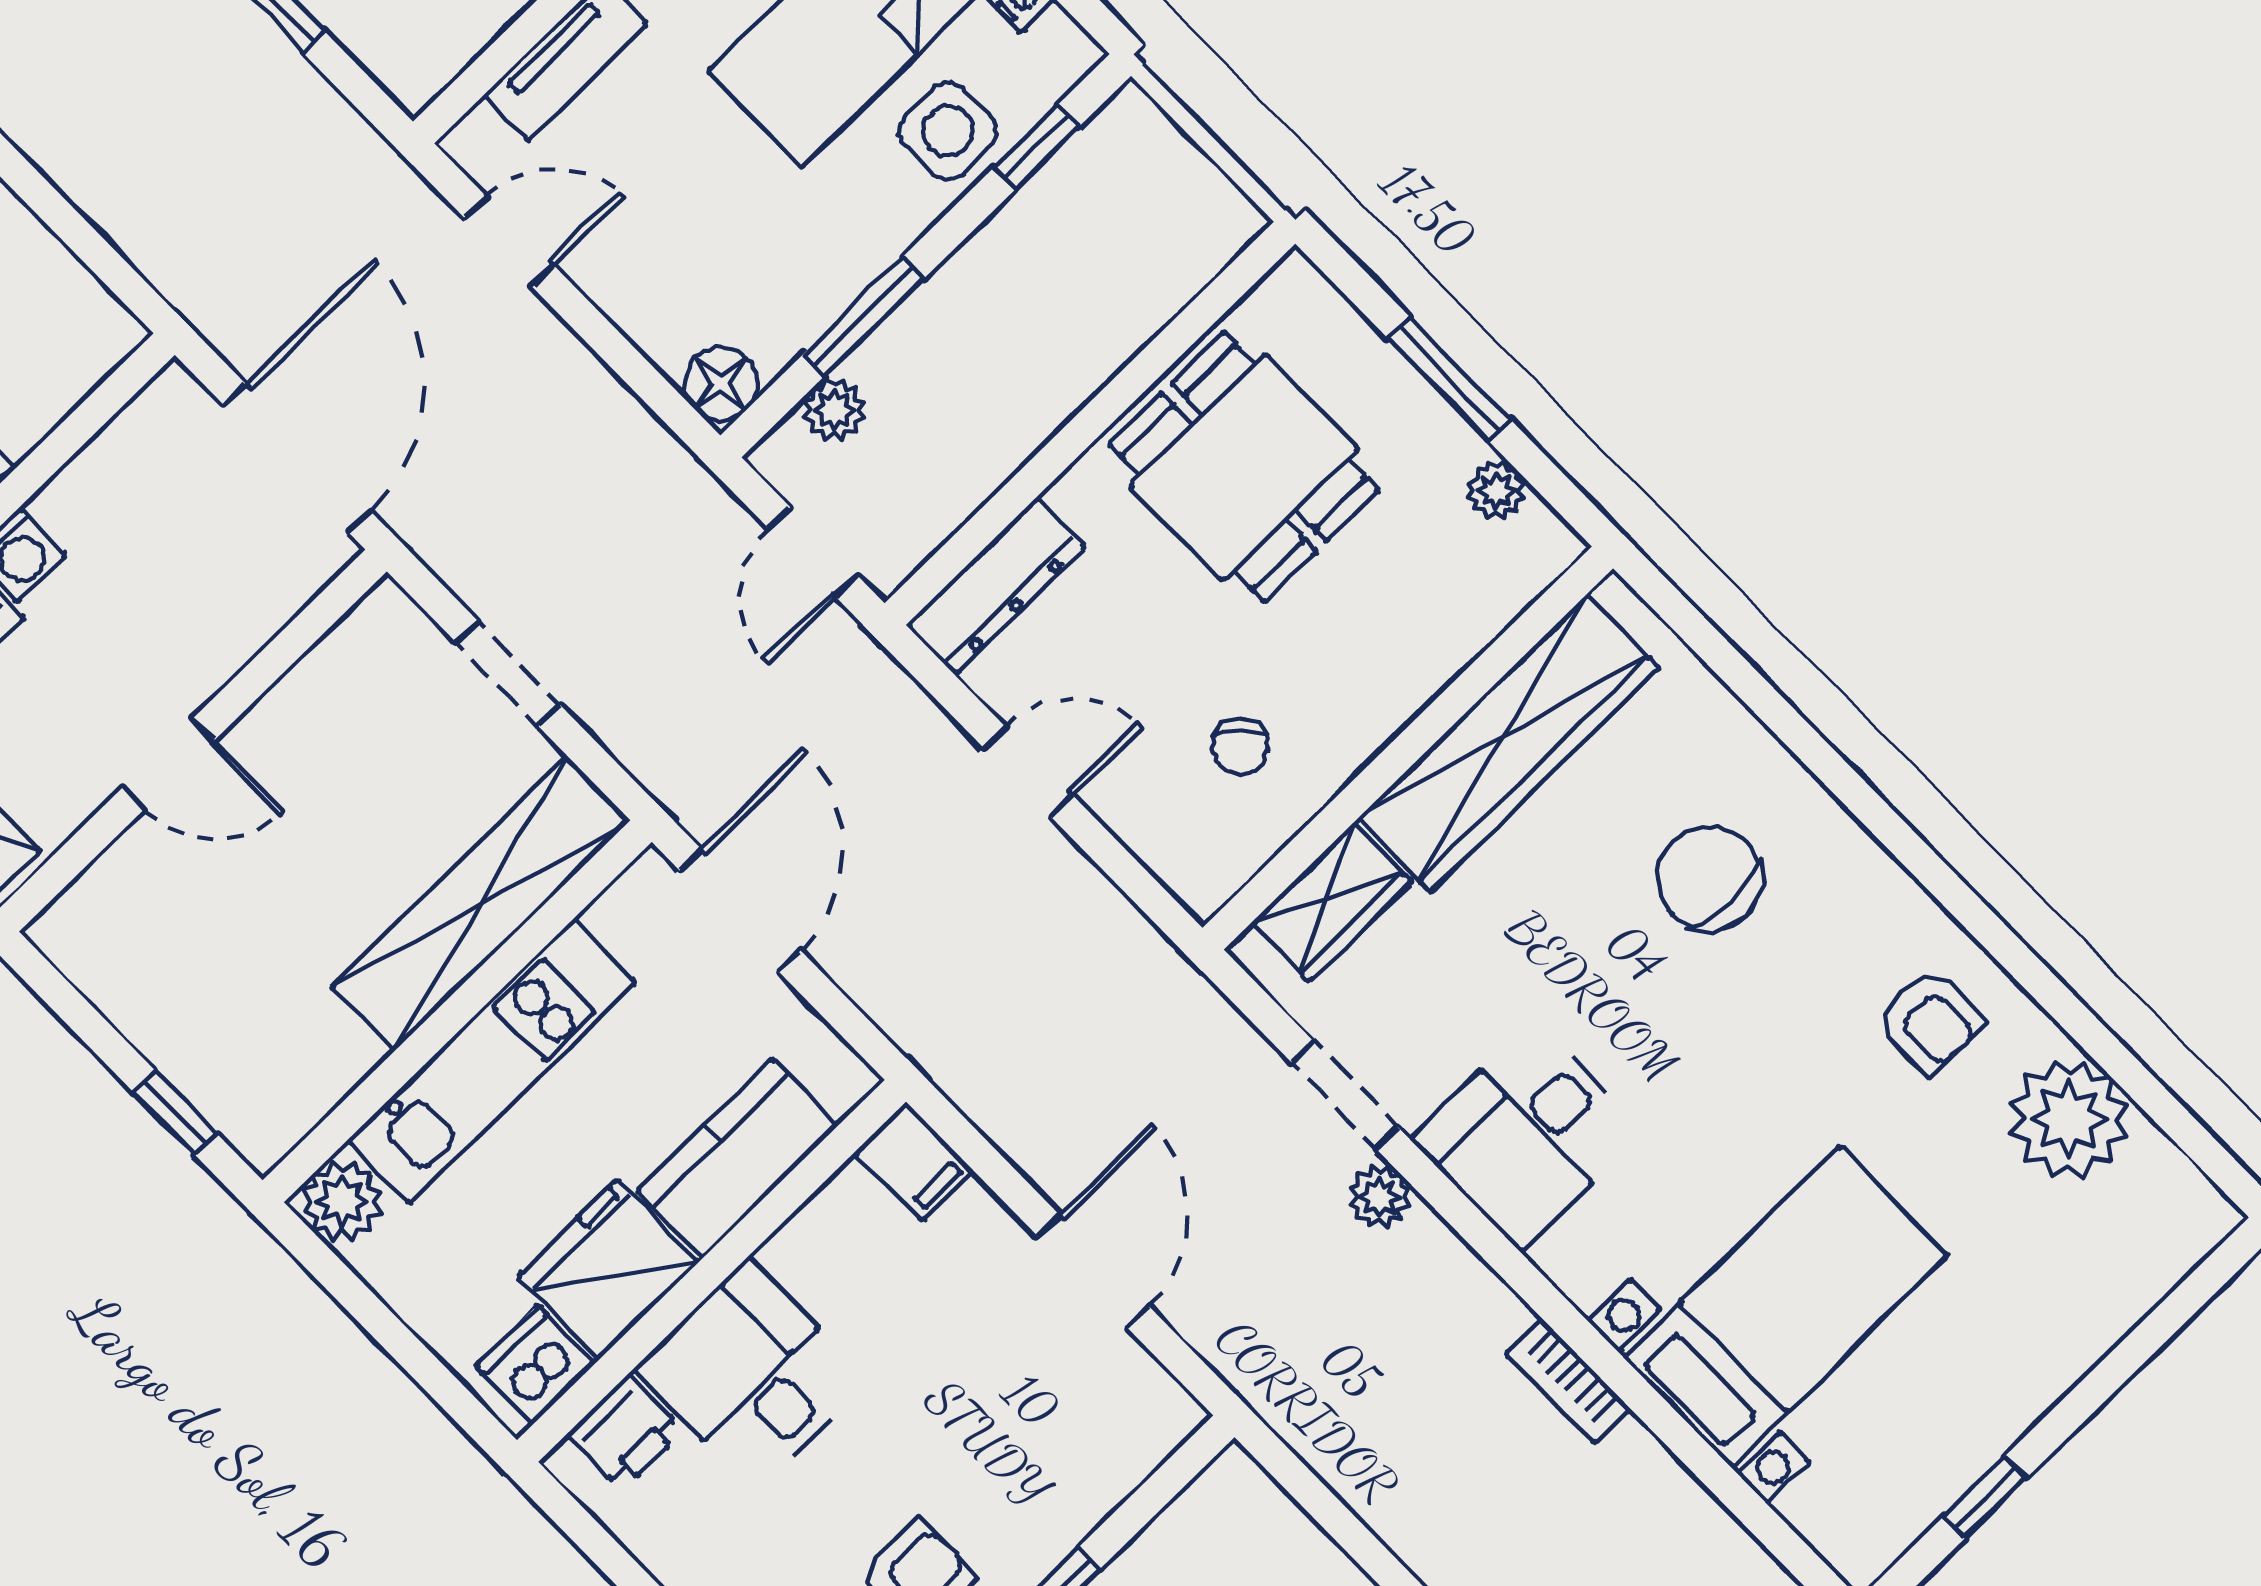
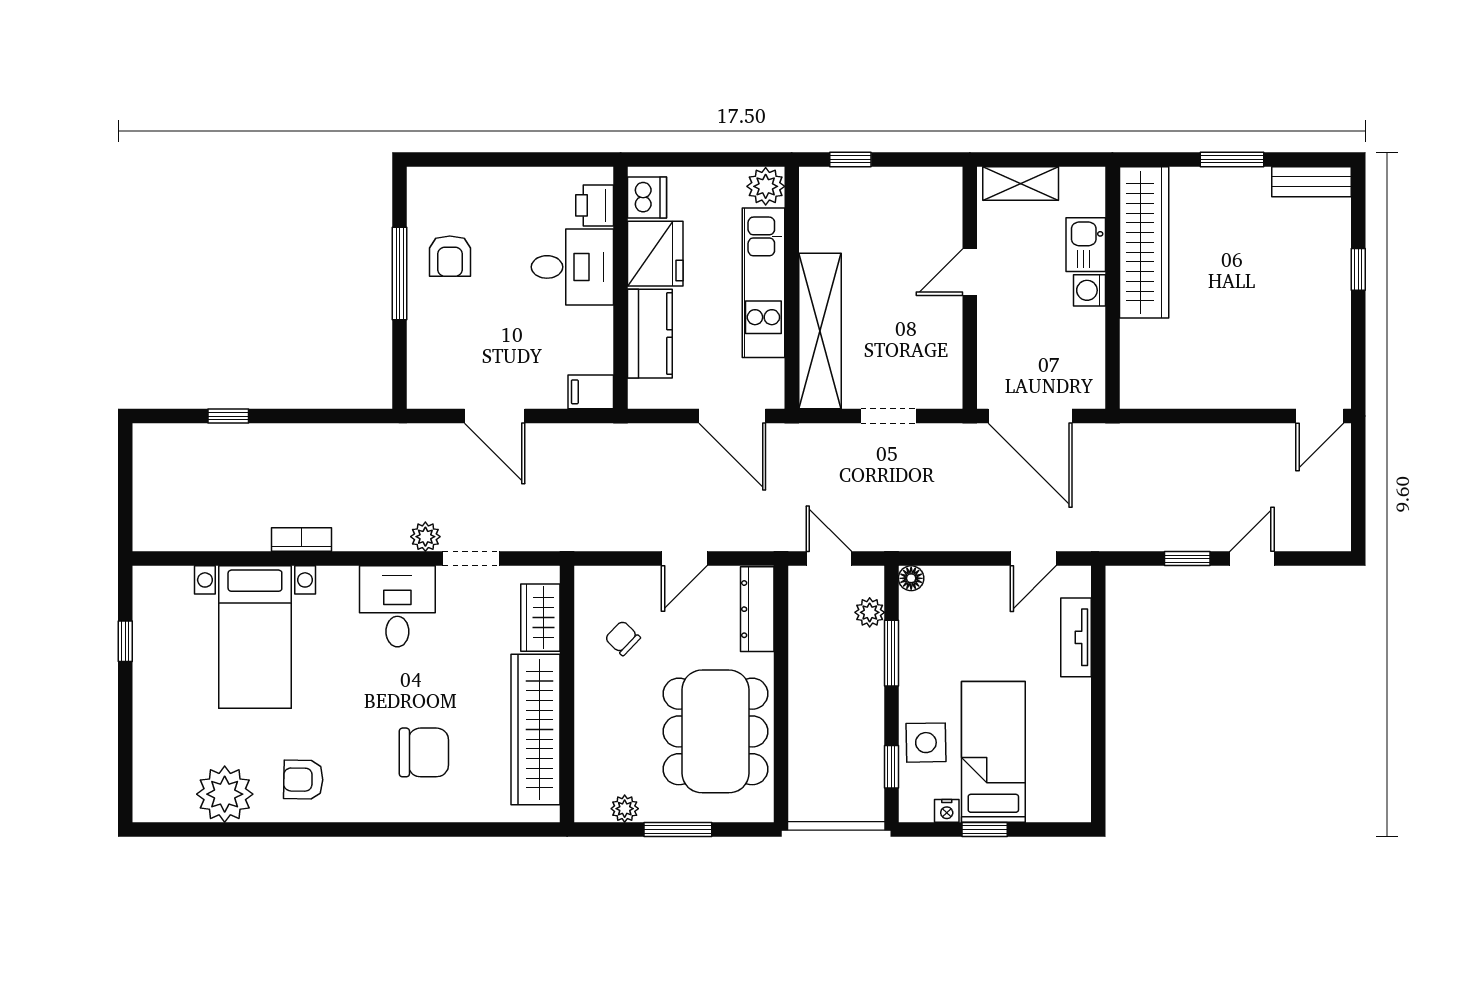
floor lamp: (721, 384) -> (911, 578), width x0.73, depth x0.73
dining table: (1244, 467) -> (715, 731), width x1.38

